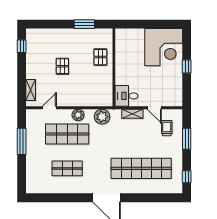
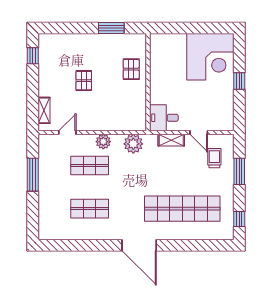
shop shelf: (67, 134) -> (90, 165), width x0.70, depth x0.74

